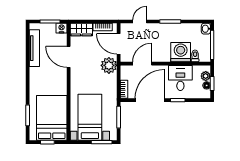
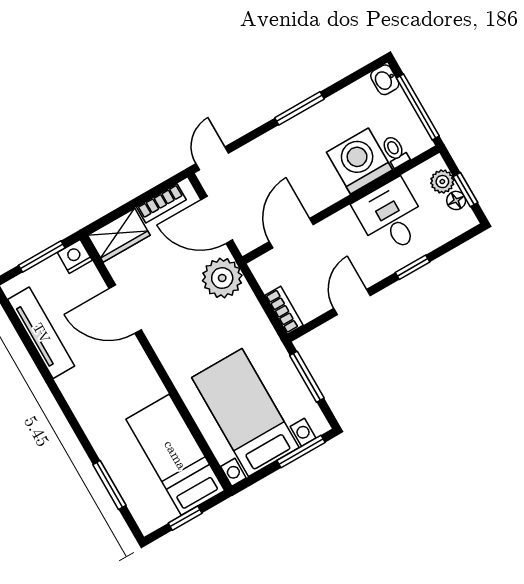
door: (140, 21) -> (212, 158), moved
door: (150, 100) -> (352, 302), width x0.53
bed: (52, 118) -> (175, 455), width x0.67

